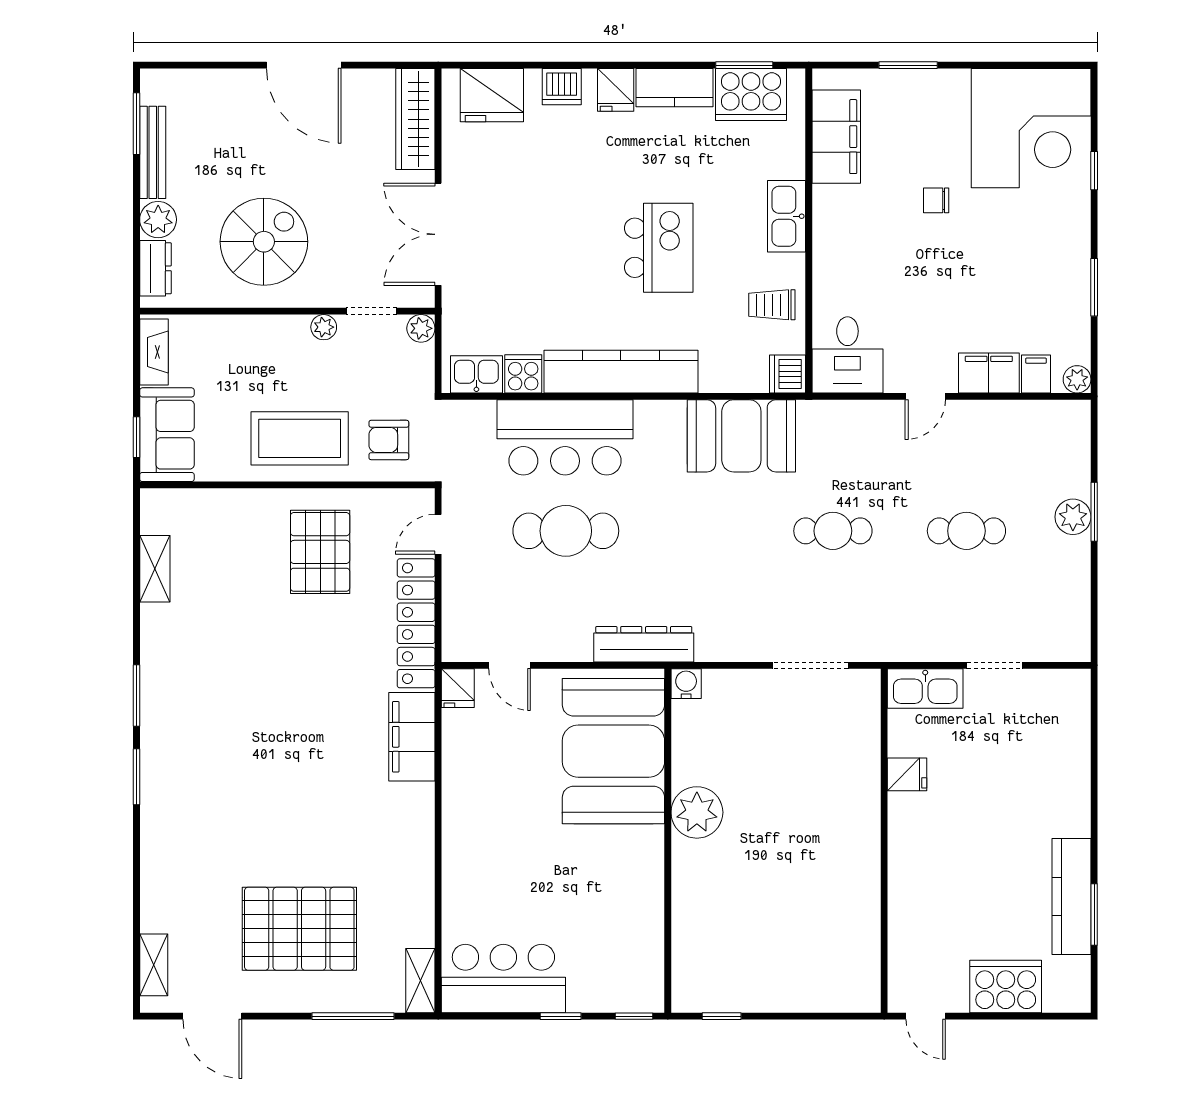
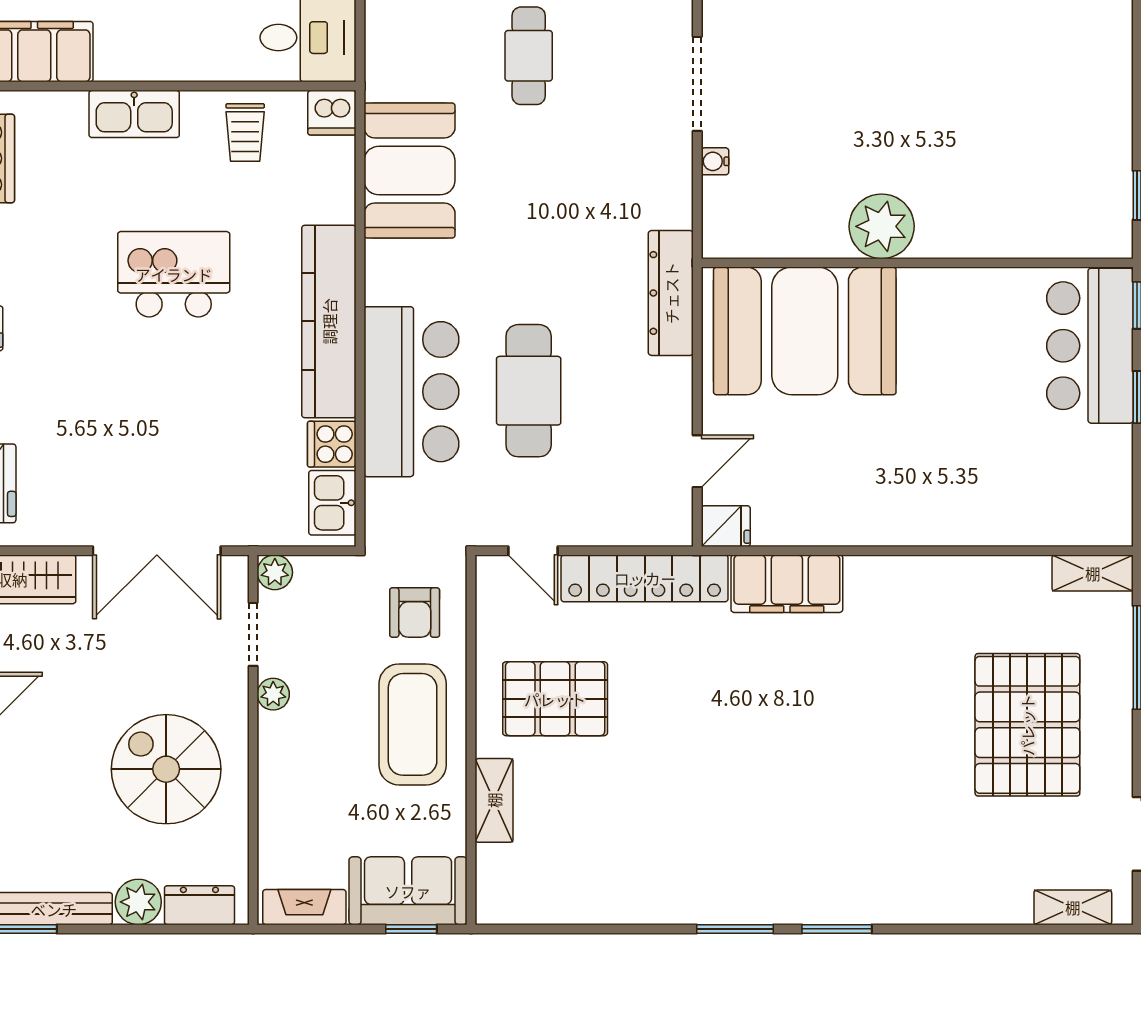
shelving: (155, 569) -> (494, 800), moved, turned 90
water cooler: (686, 684) -> (715, 161), moved, width x0.72, depth x0.72
bar counter: (503, 979) -> (1090, 346), moved

